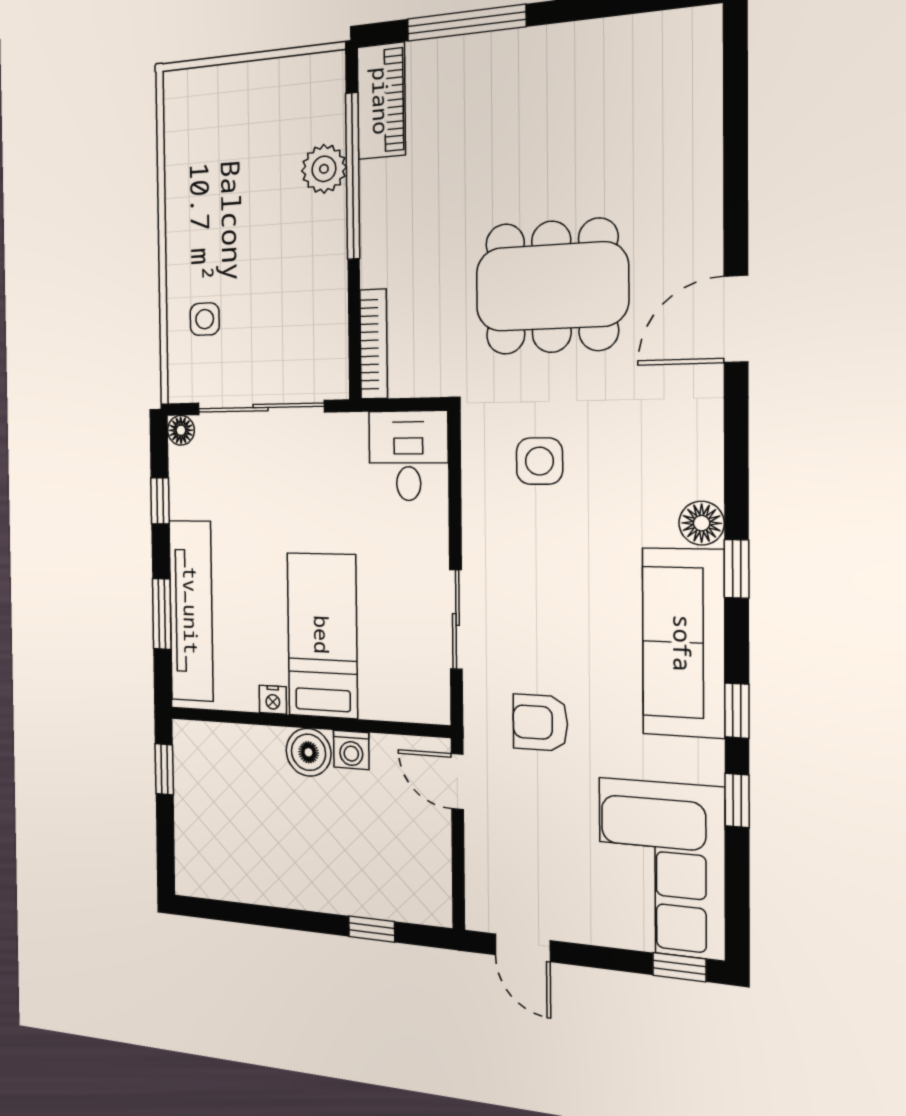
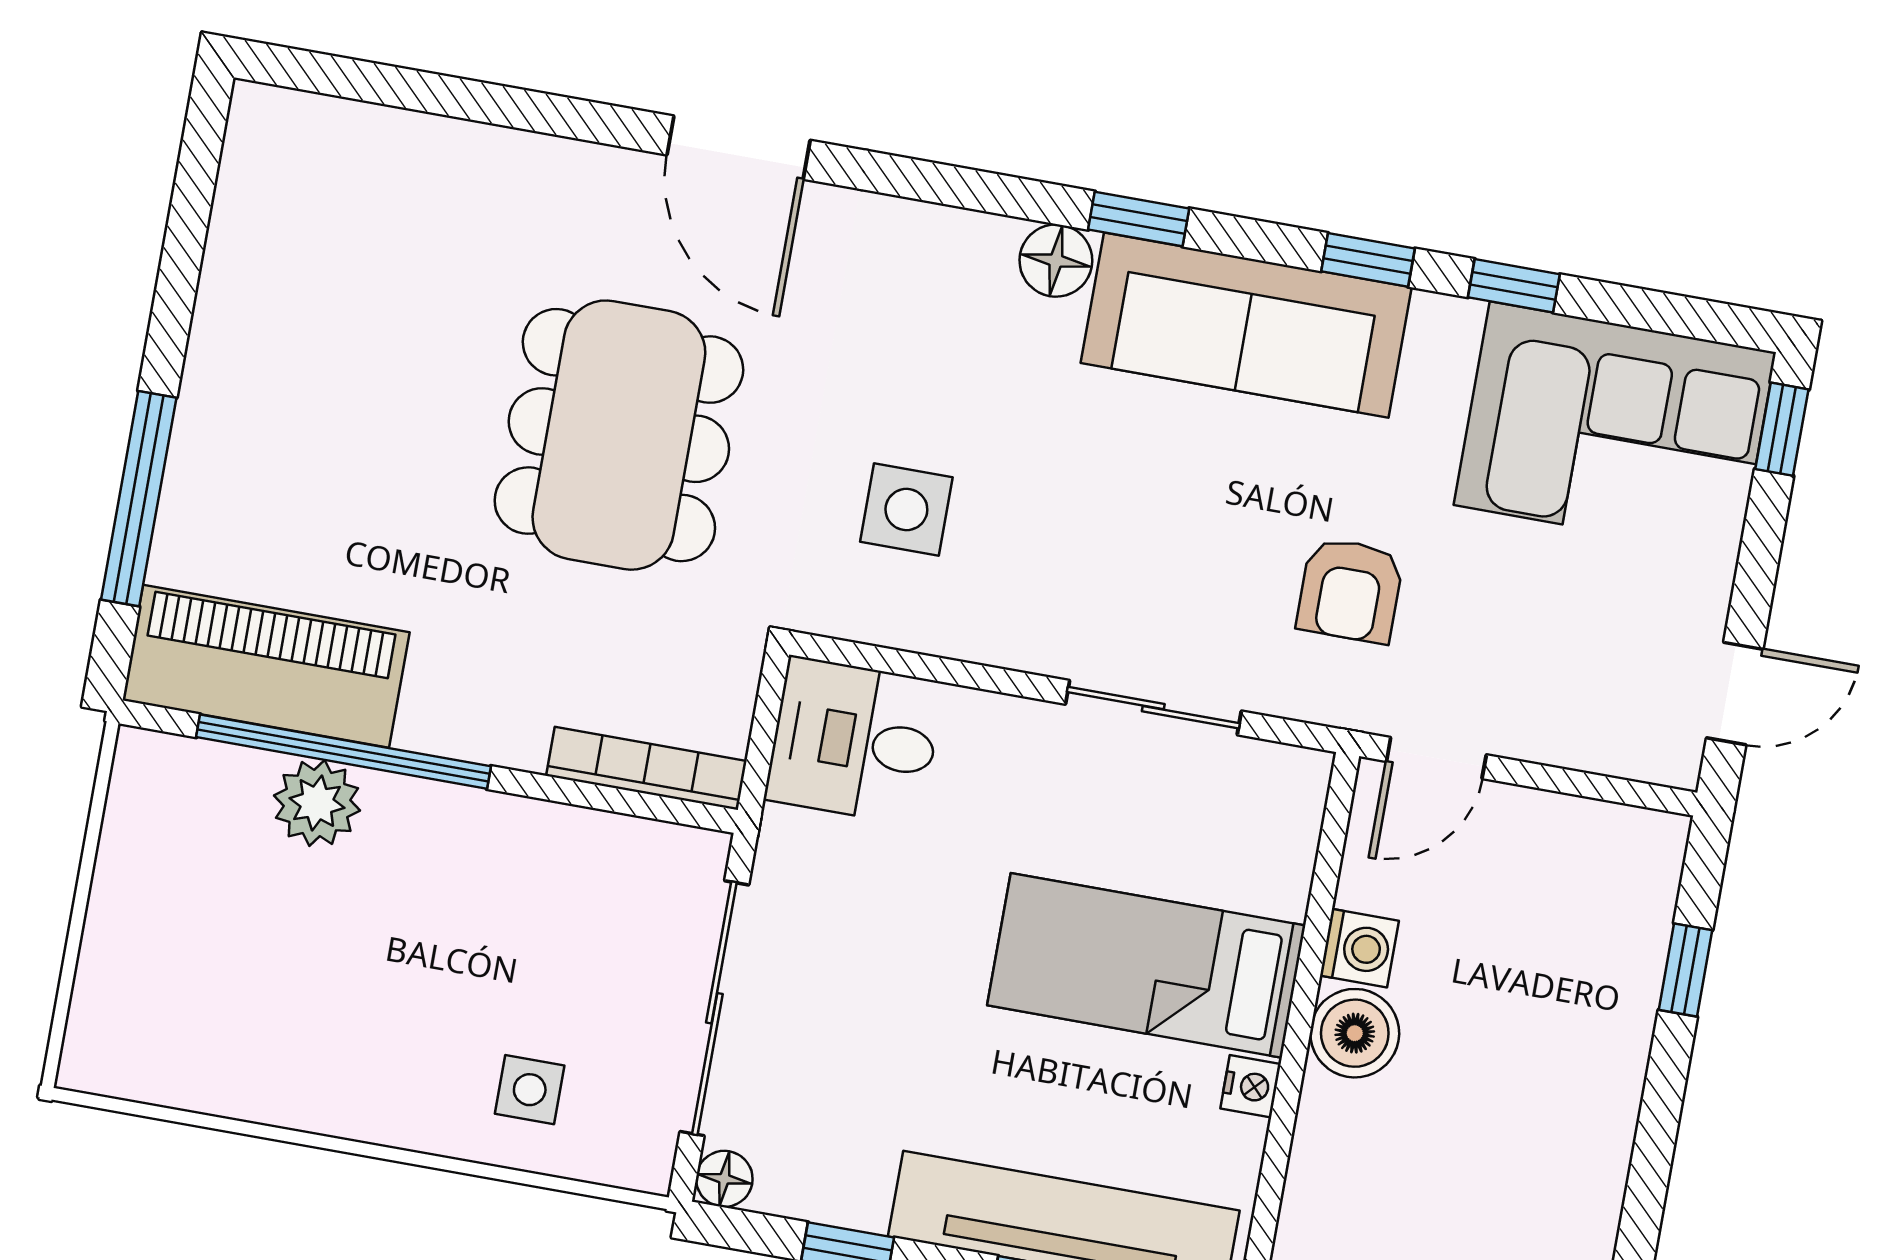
piano: (381, 101) -> (266, 666), width x1.37, depth x1.33

